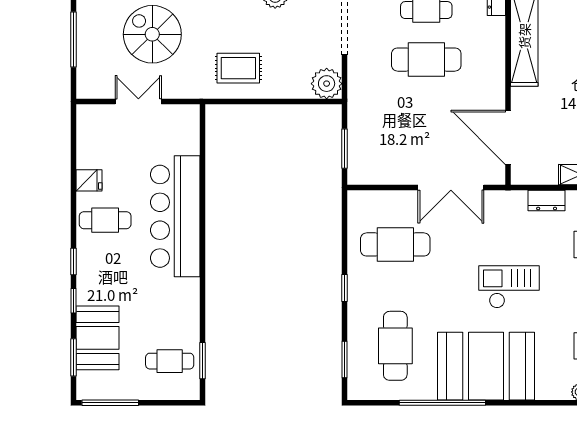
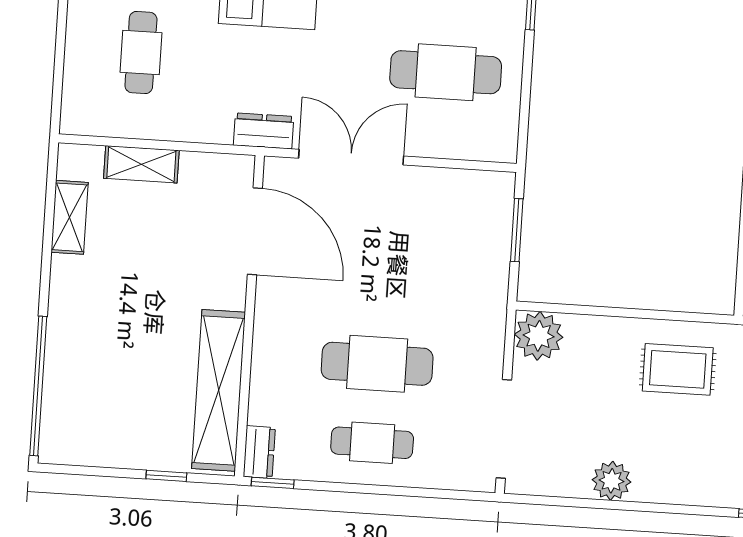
dresser: (547, 200) -> (264, 131), moved

